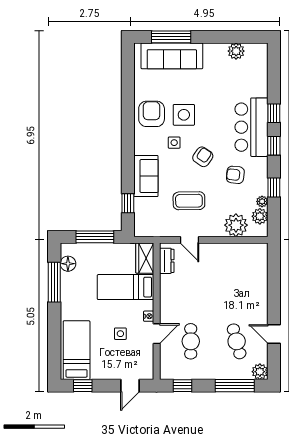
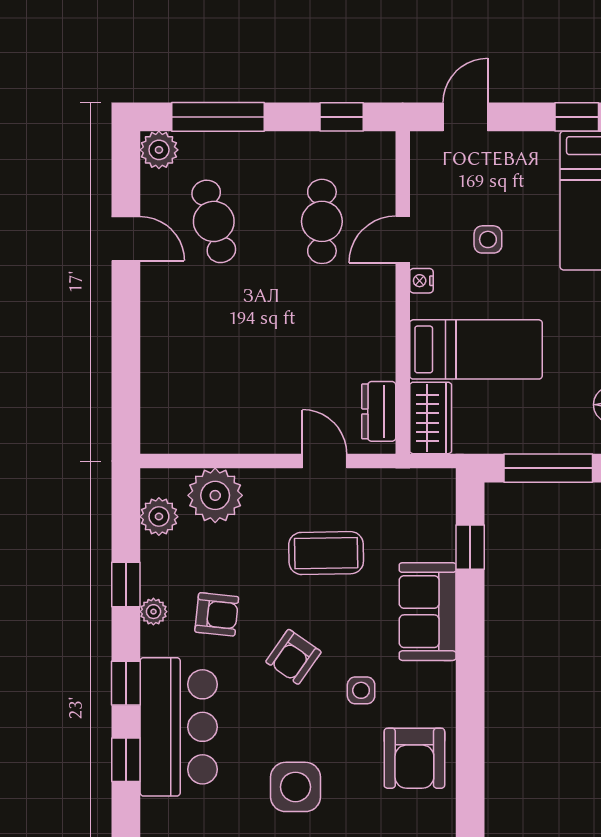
side table: (184, 115) -> (295, 787), moved
plant: (262, 201) -> (153, 612), moved

